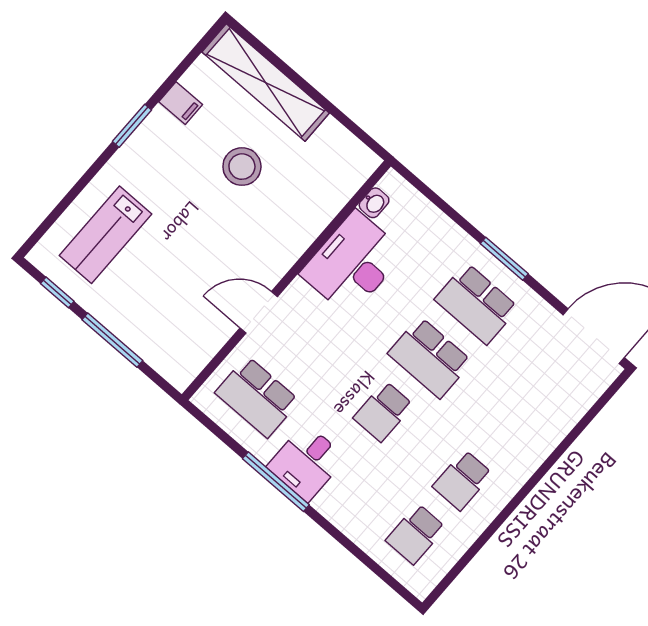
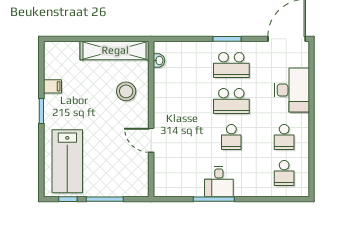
shelving: (266, 82) -> (115, 50), moved
stool: (242, 167) -> (126, 91), moved
lab bench: (106, 235) -> (67, 161), width x1.36, depth x1.39
desk: (352, 263) -> (292, 90), moved, turned 180
door: (259, 312) -> (151, 140), hinge flipped
school desk: (257, 397) -> (179, 173), removed

